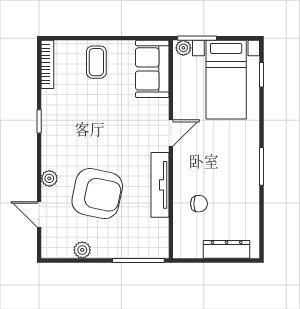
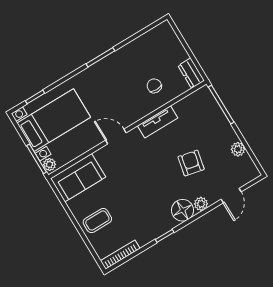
floor lamp: (54, 156) -> (183, 210), added
tv unit: (160, 185) -> (158, 122), width x0.71
armchair: (97, 194) -> (191, 163), width x0.53, depth x0.53
dresser: (227, 249) -> (191, 73), moved, width x0.70

